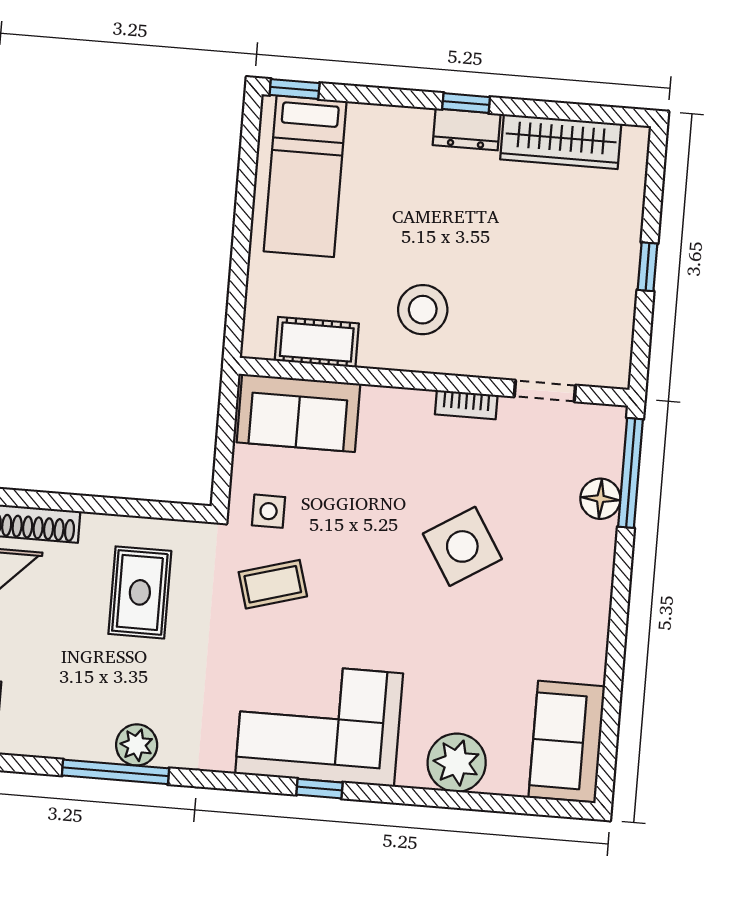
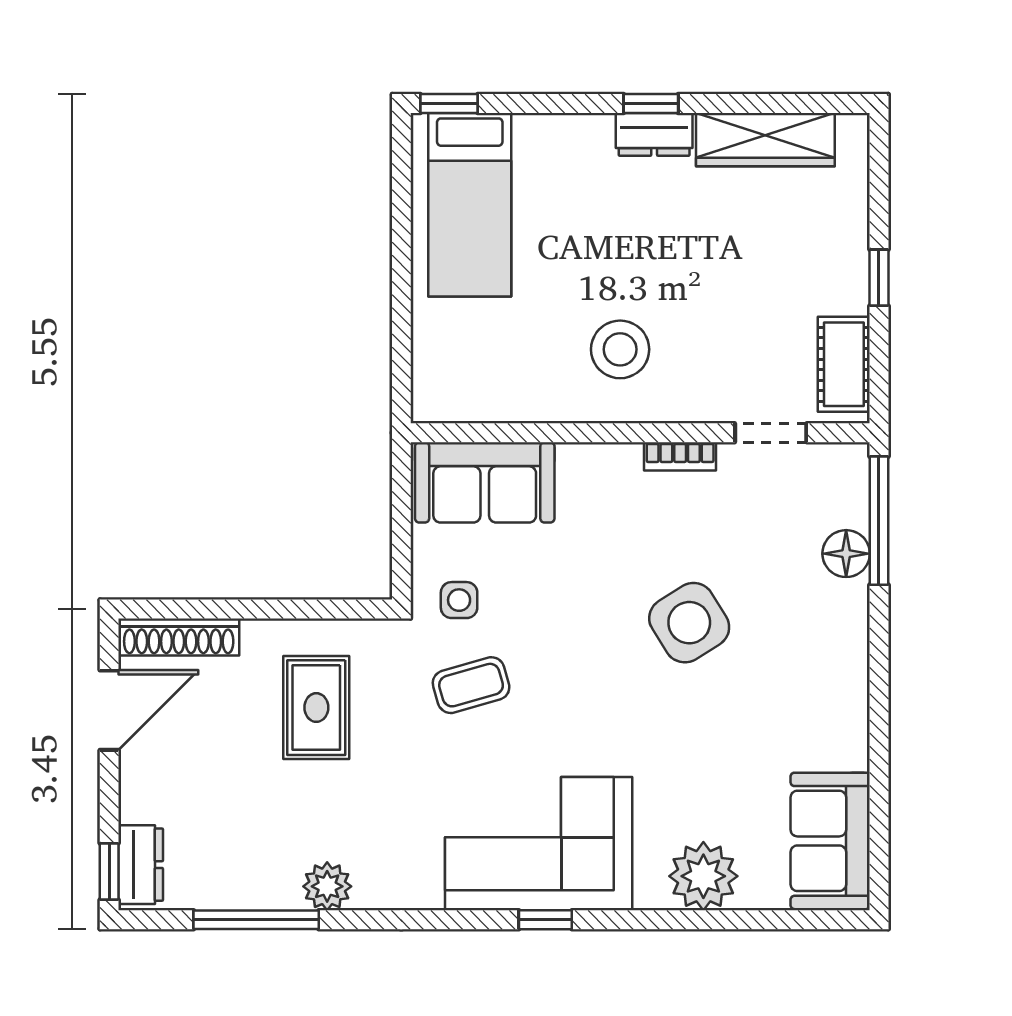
cot: (317, 342) -> (844, 364), moved, turned 90
window: (115, 772) -> (256, 920), moved

